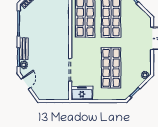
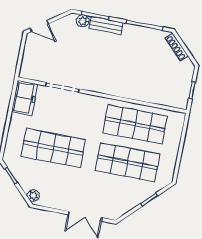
door: (26, 83) -> (39, 26), moved

